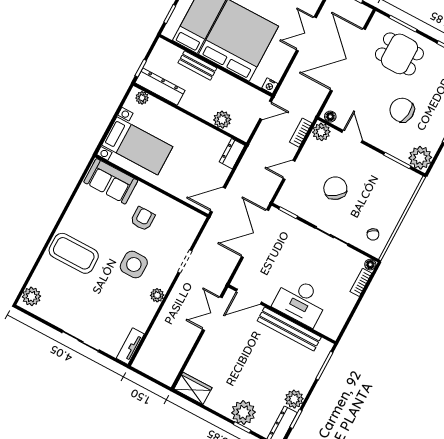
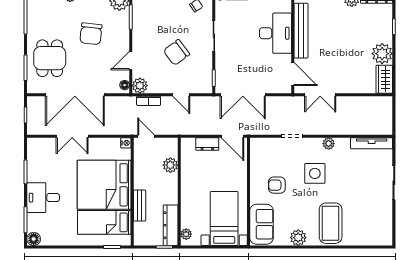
dresser: (232, 154) -> (207, 144), moved
plant: (31, 296) -> (298, 238), moved
tv unit: (130, 346) -> (372, 143), width x1.41
plant: (243, 412) -> (382, 54), moved

